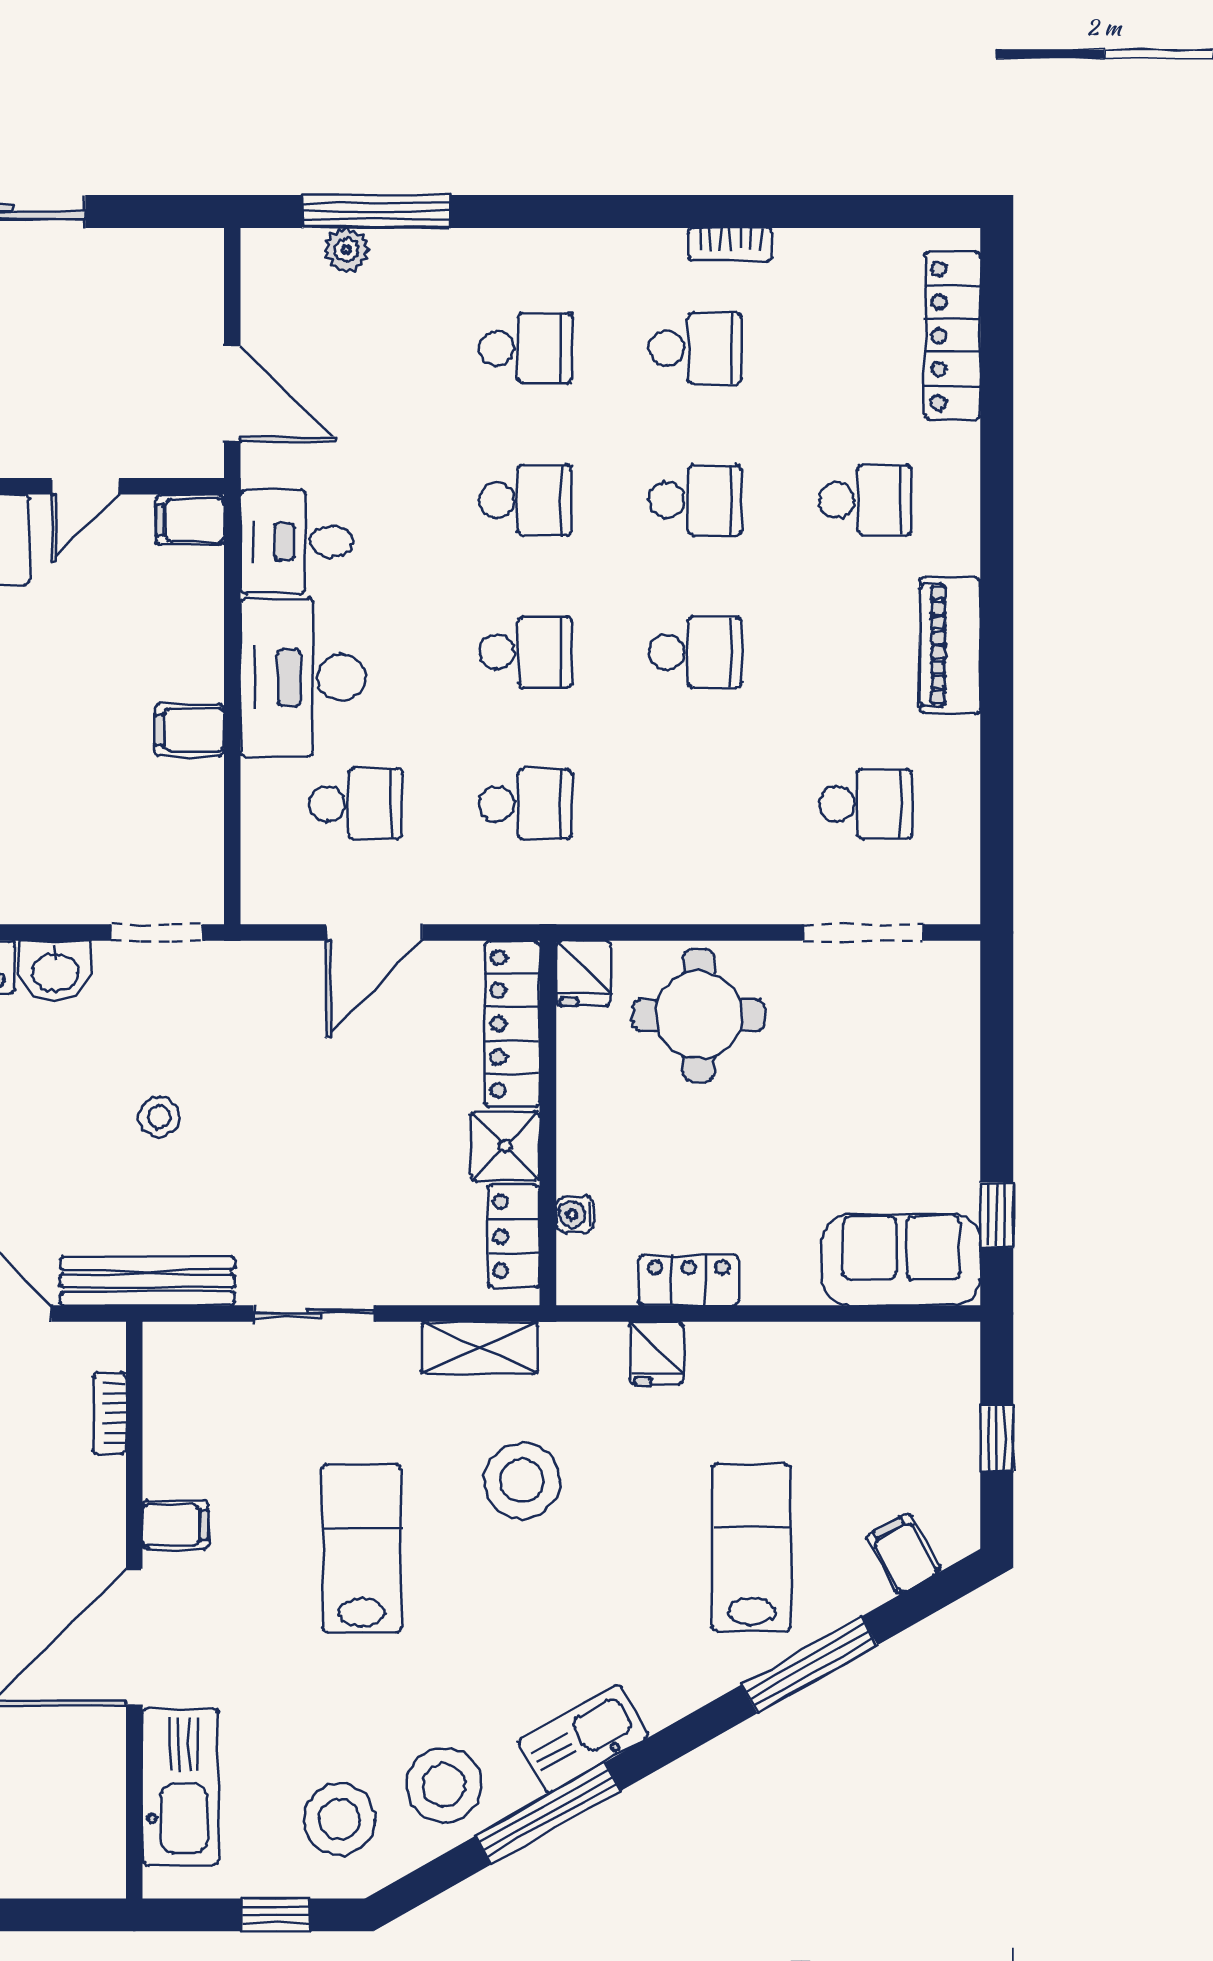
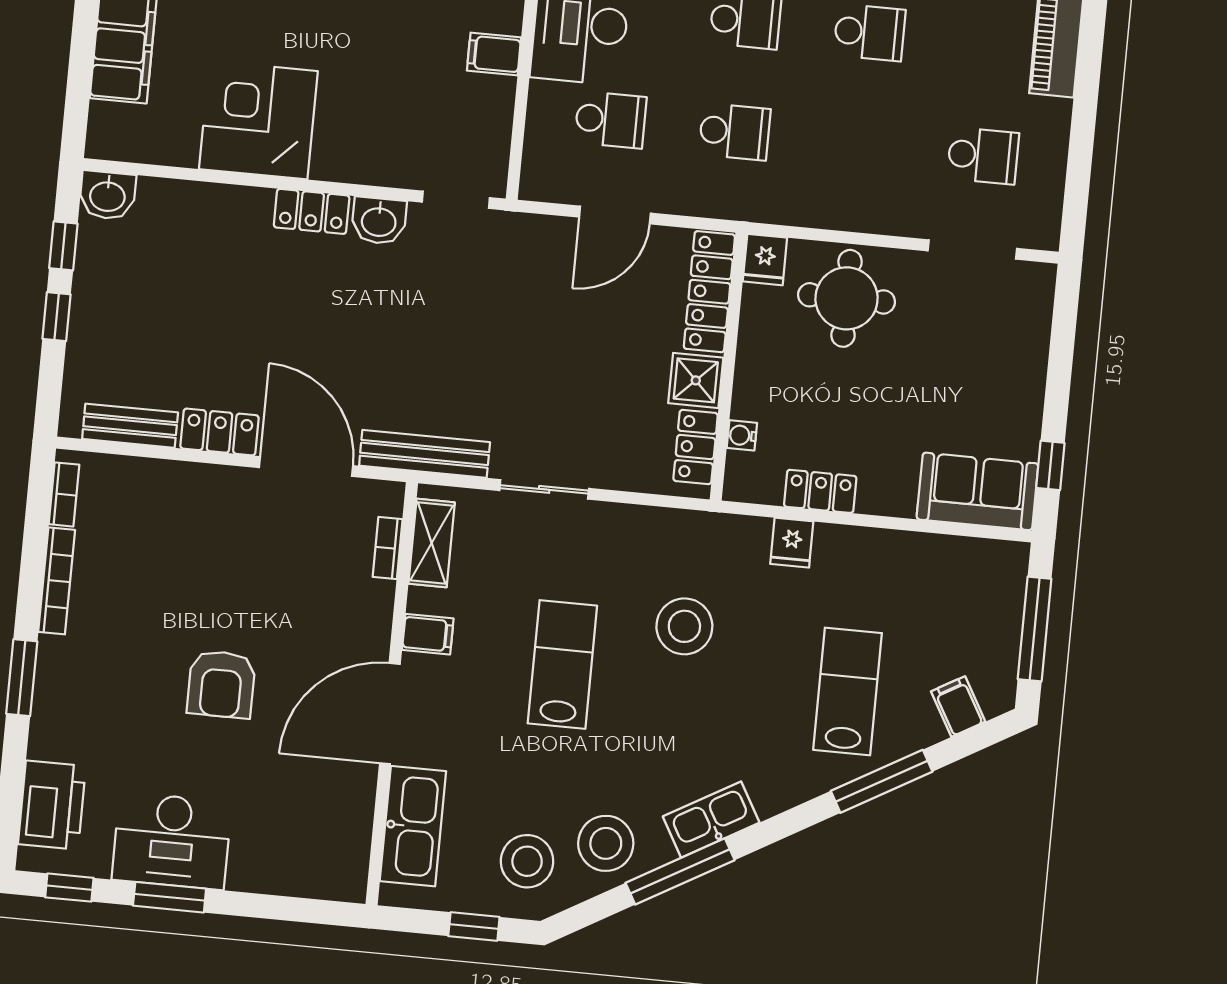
stool: (159, 1117) -> (445, 335), removed
shelving: (480, 1348) -> (432, 543), moved, turned 90
window: (997, 1439) -> (1035, 629), width x2.17

